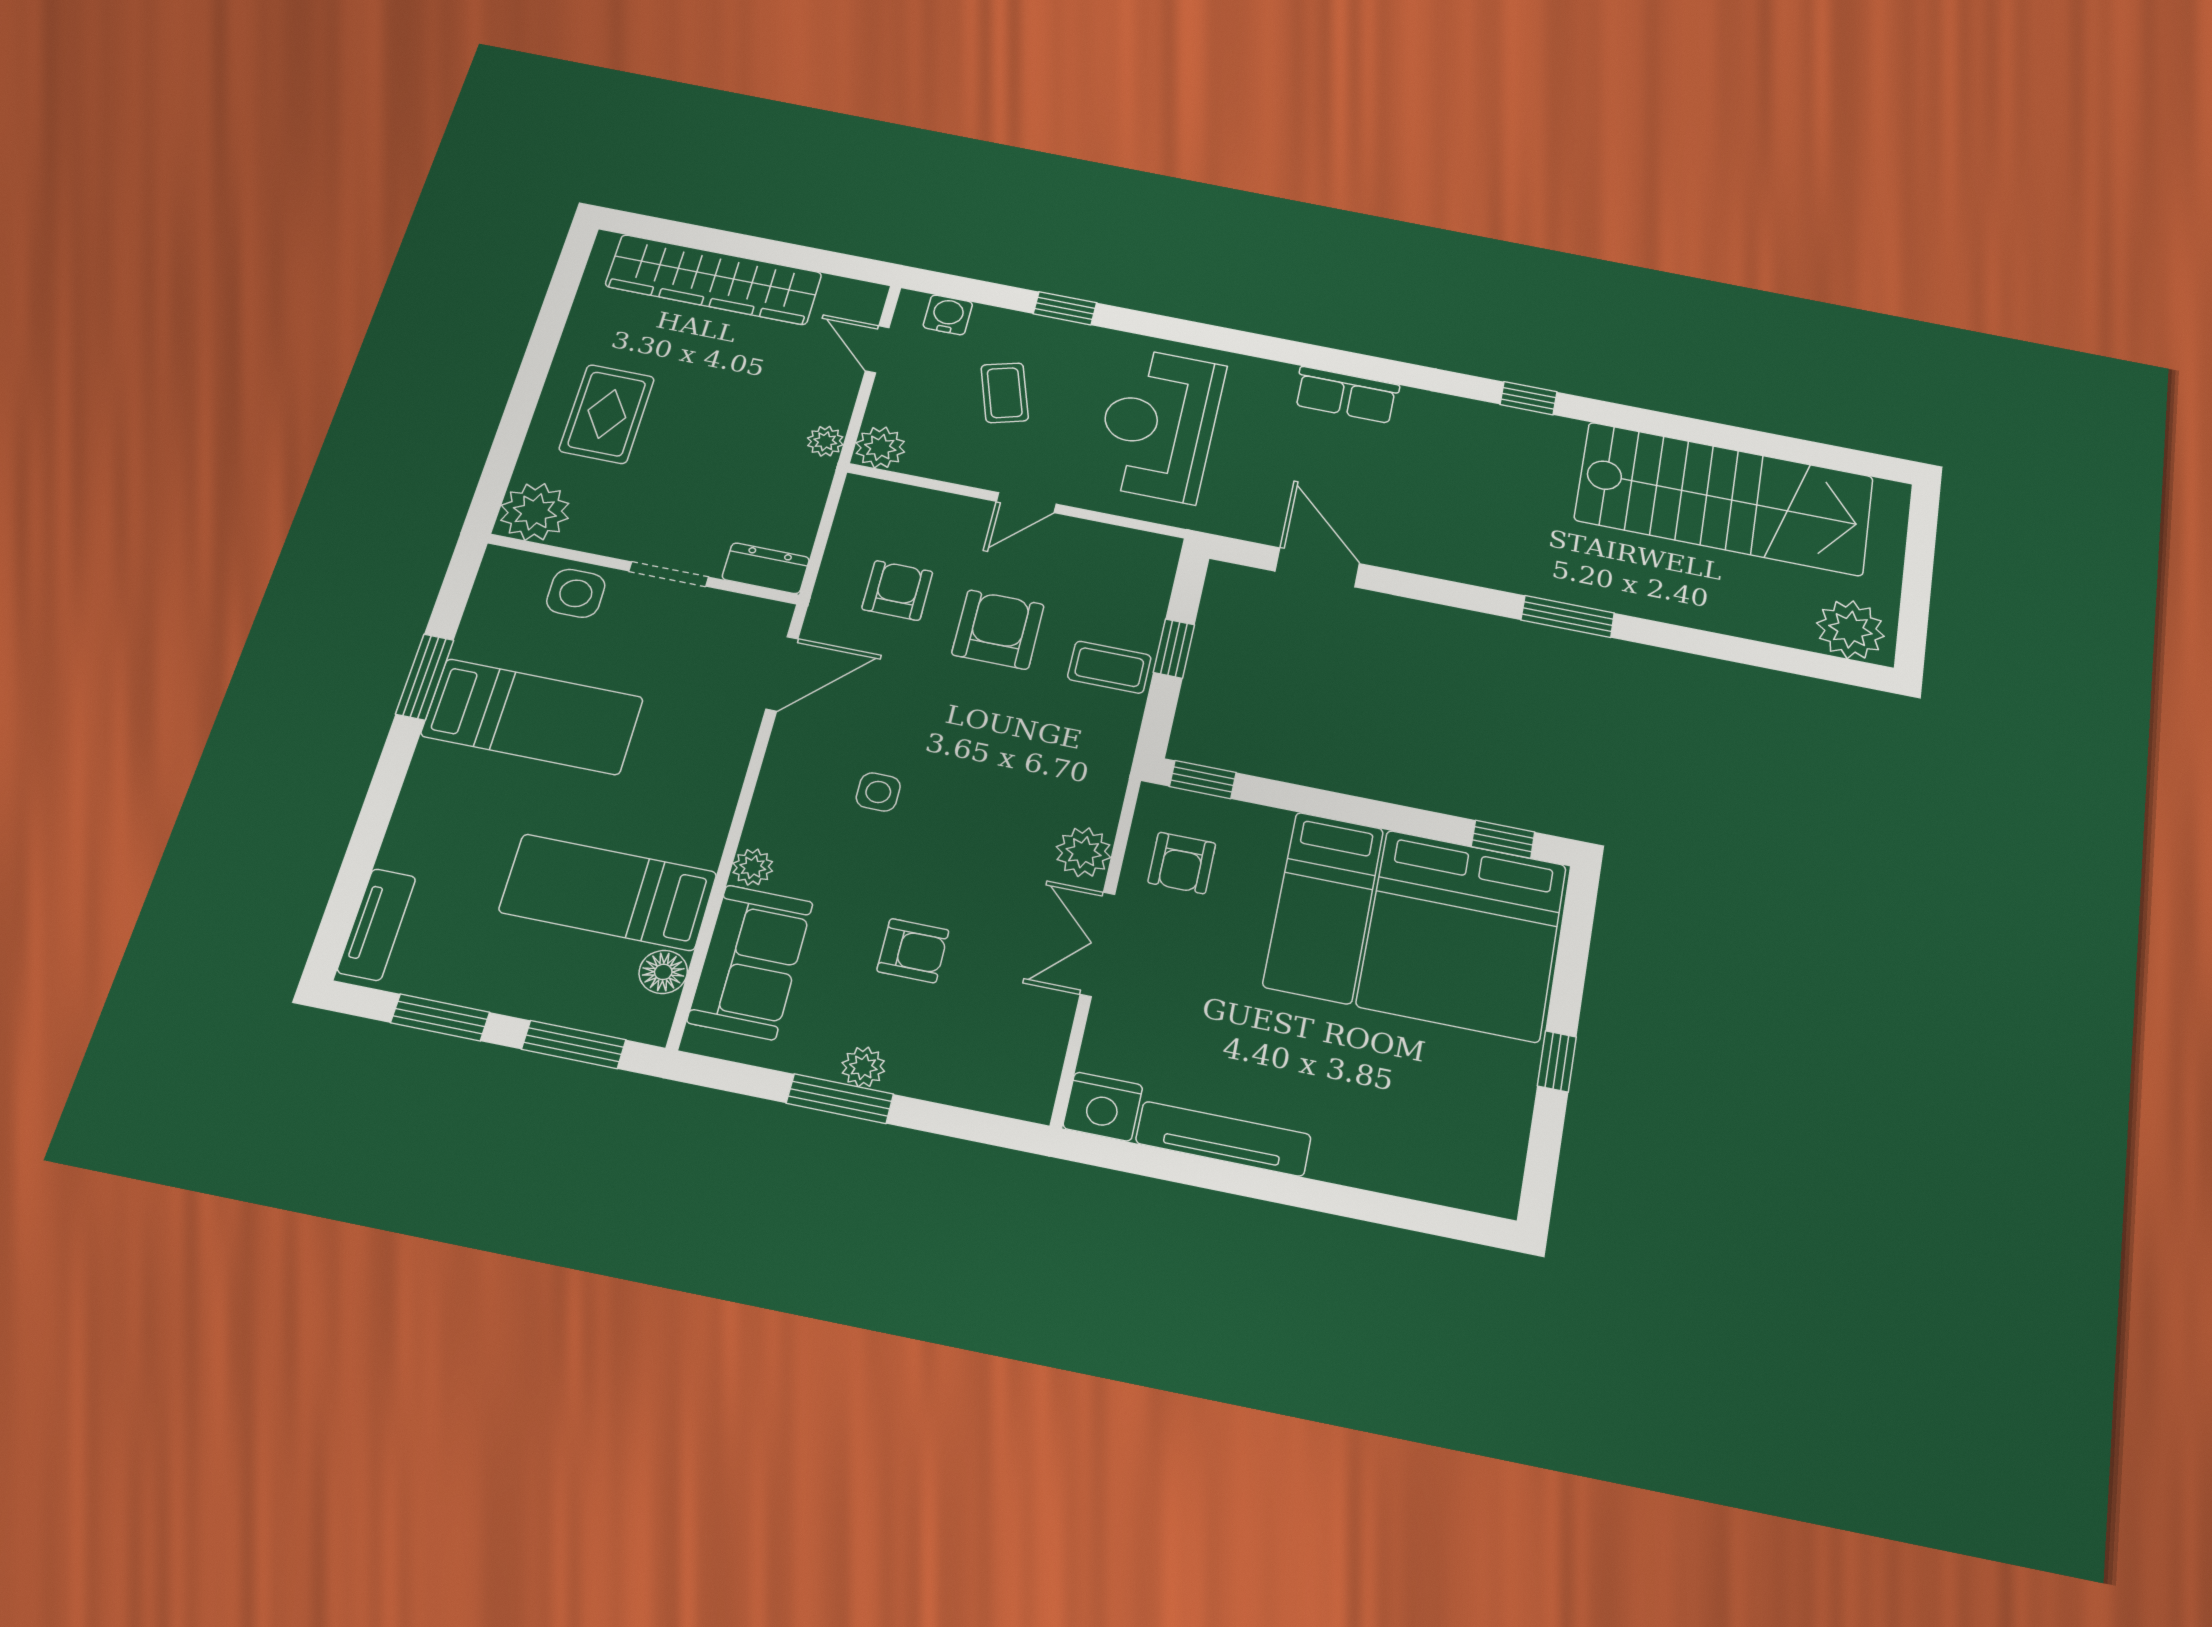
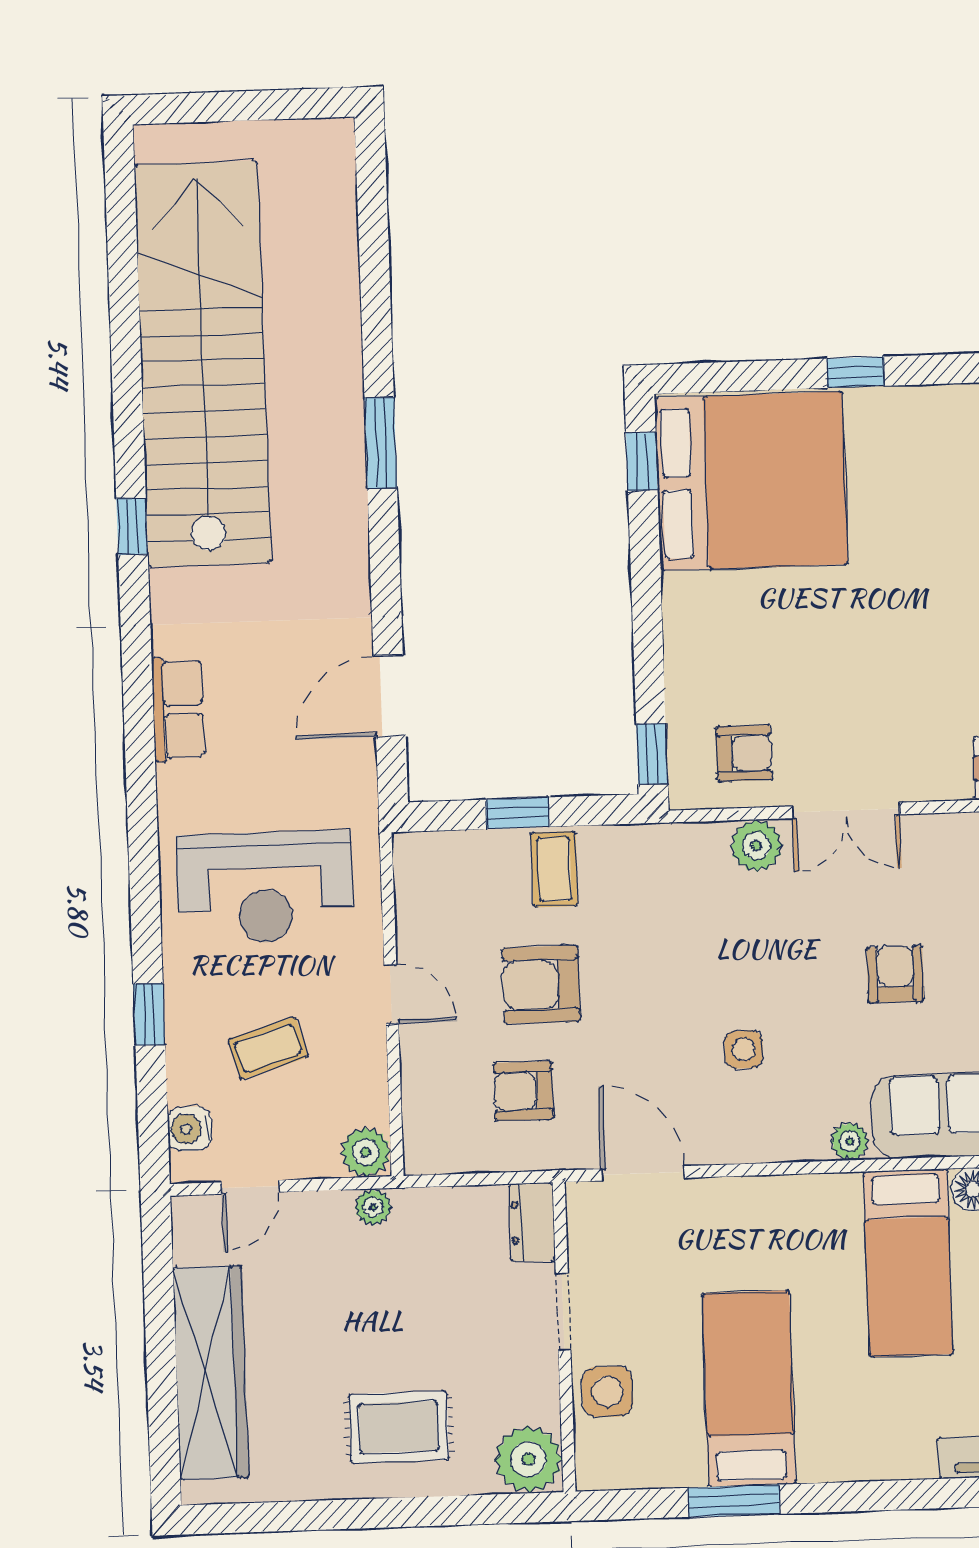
stairs: (1724, 499) -> (203, 364), width x1.36
plant: (1850, 630) -> (322, 165), removed
bed: (1324, 907) -> (755, 614), removed

